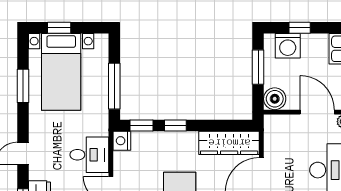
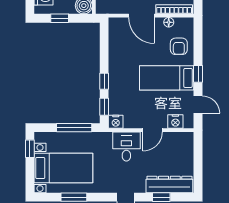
window: (59, 28) -> (30, 149), moved
window: (258, 67) -> (60, 18), width x0.67
wardrobe: (229, 143) -> (117, 40), removed

